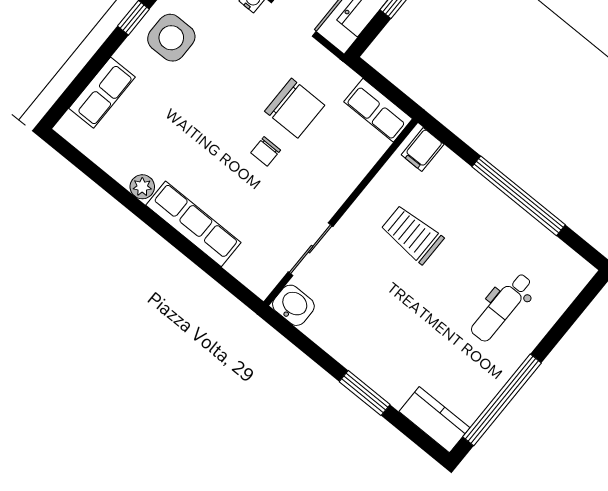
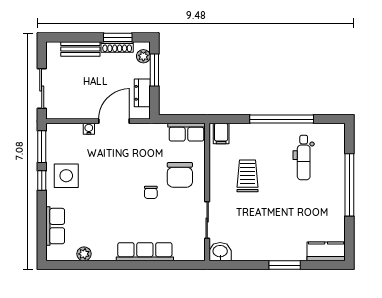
chair: (295, 108) -> (180, 175), moved, turned 90
plant: (142, 187) -> (84, 254), moved
trolley: (412, 234) -> (248, 176), turned 90
dental chair: (502, 307) -> (304, 157), moved
window: (502, 400) -> (349, 185), moved

